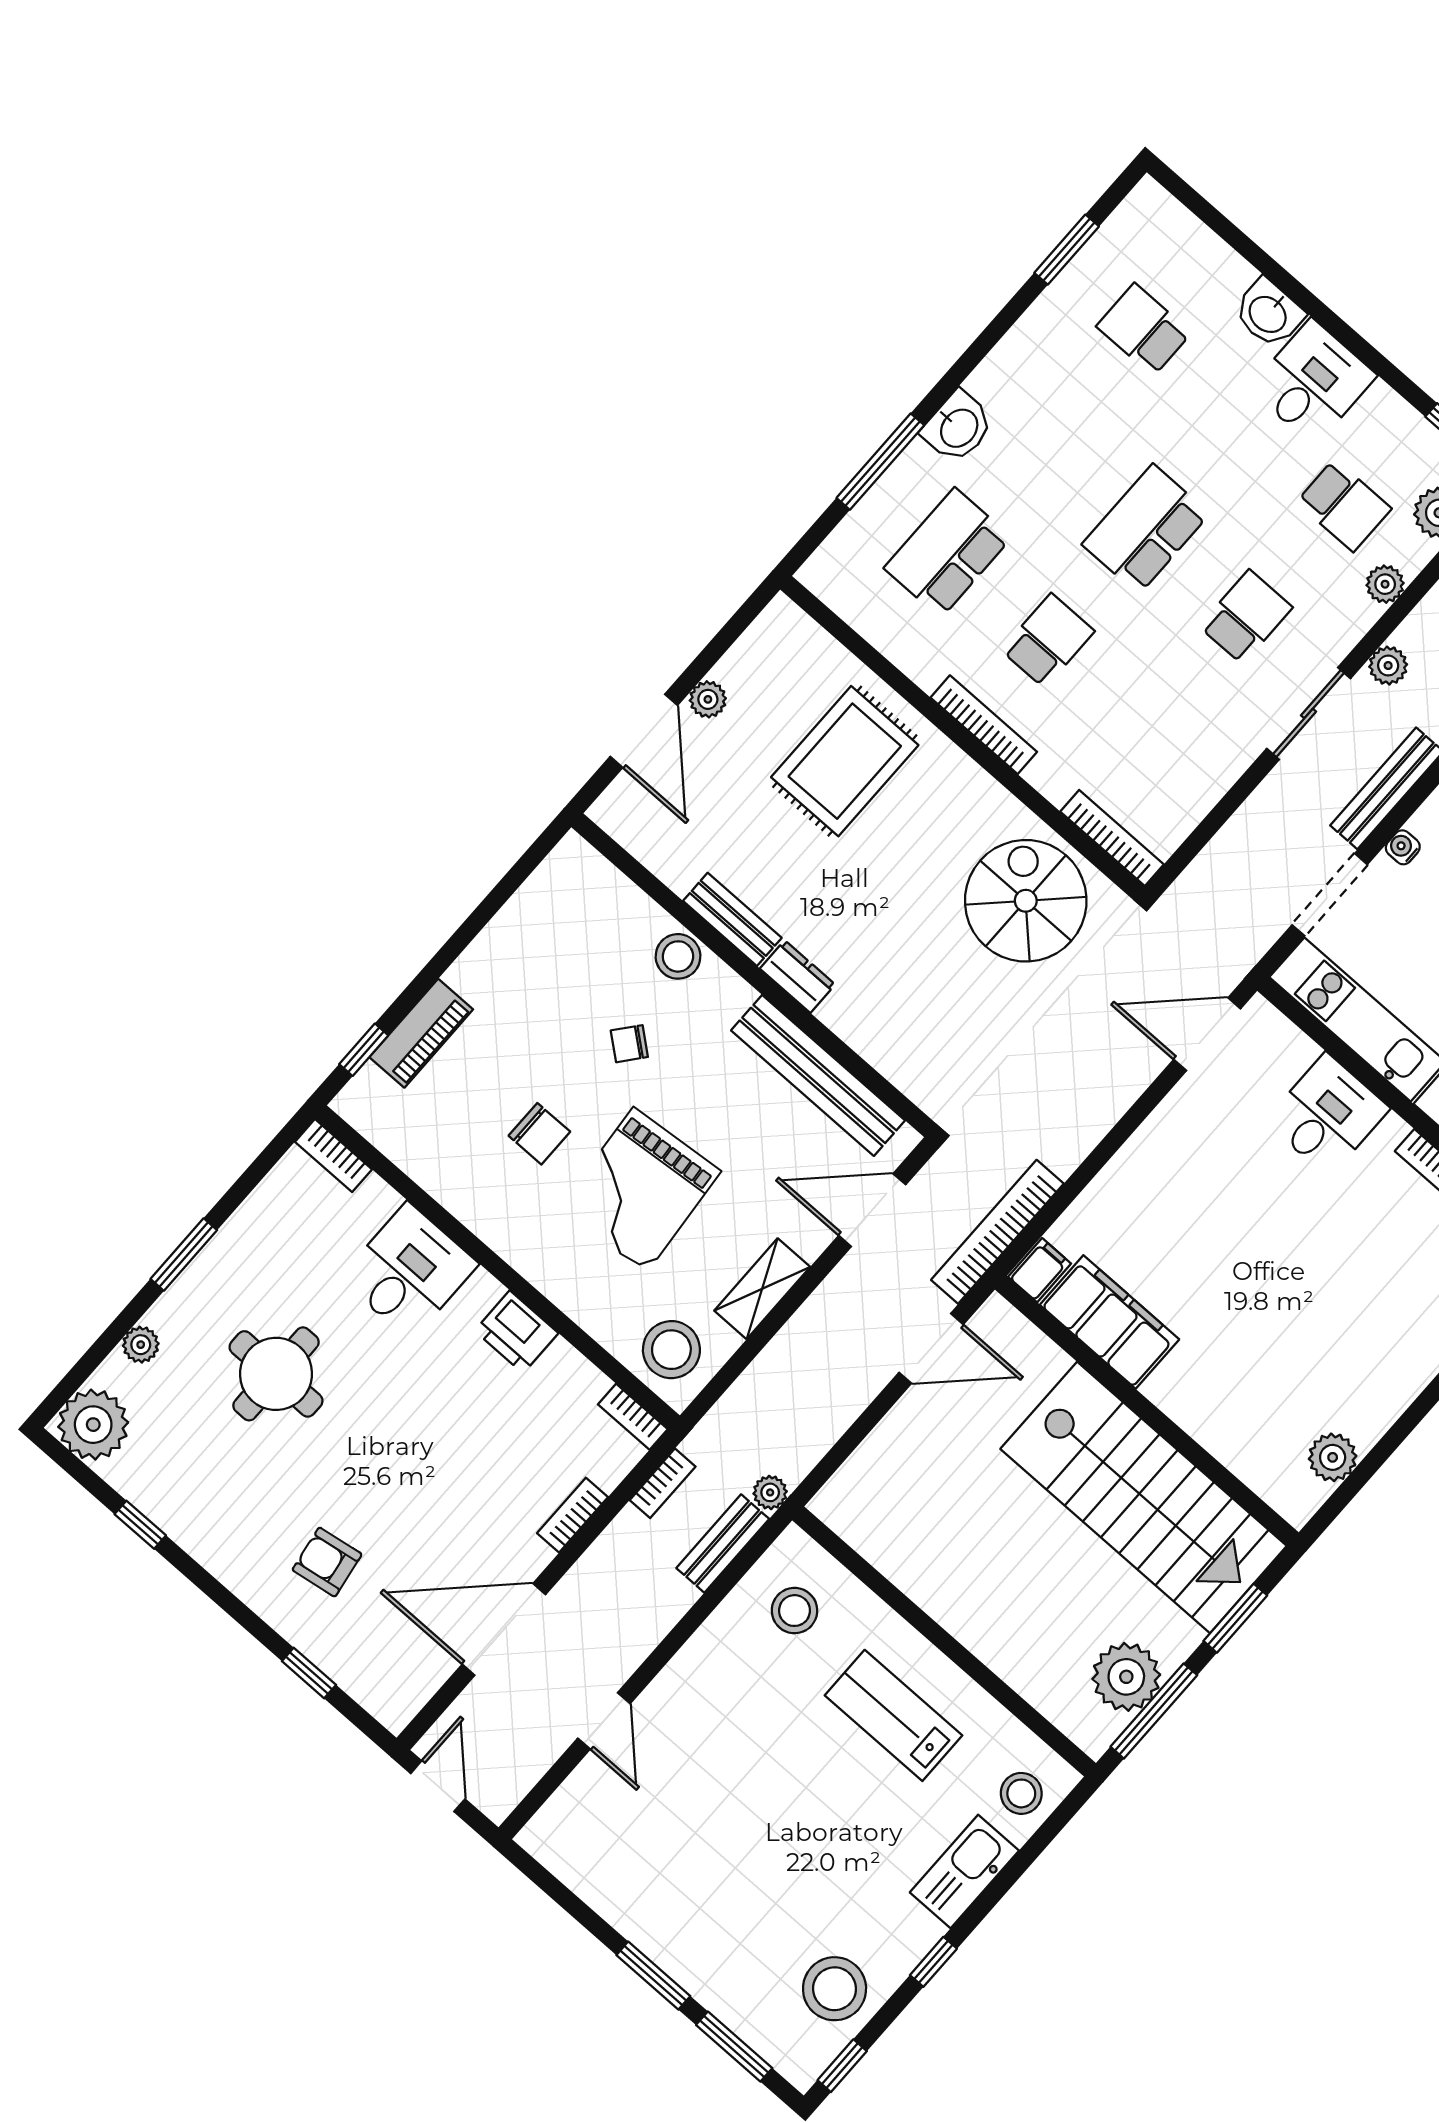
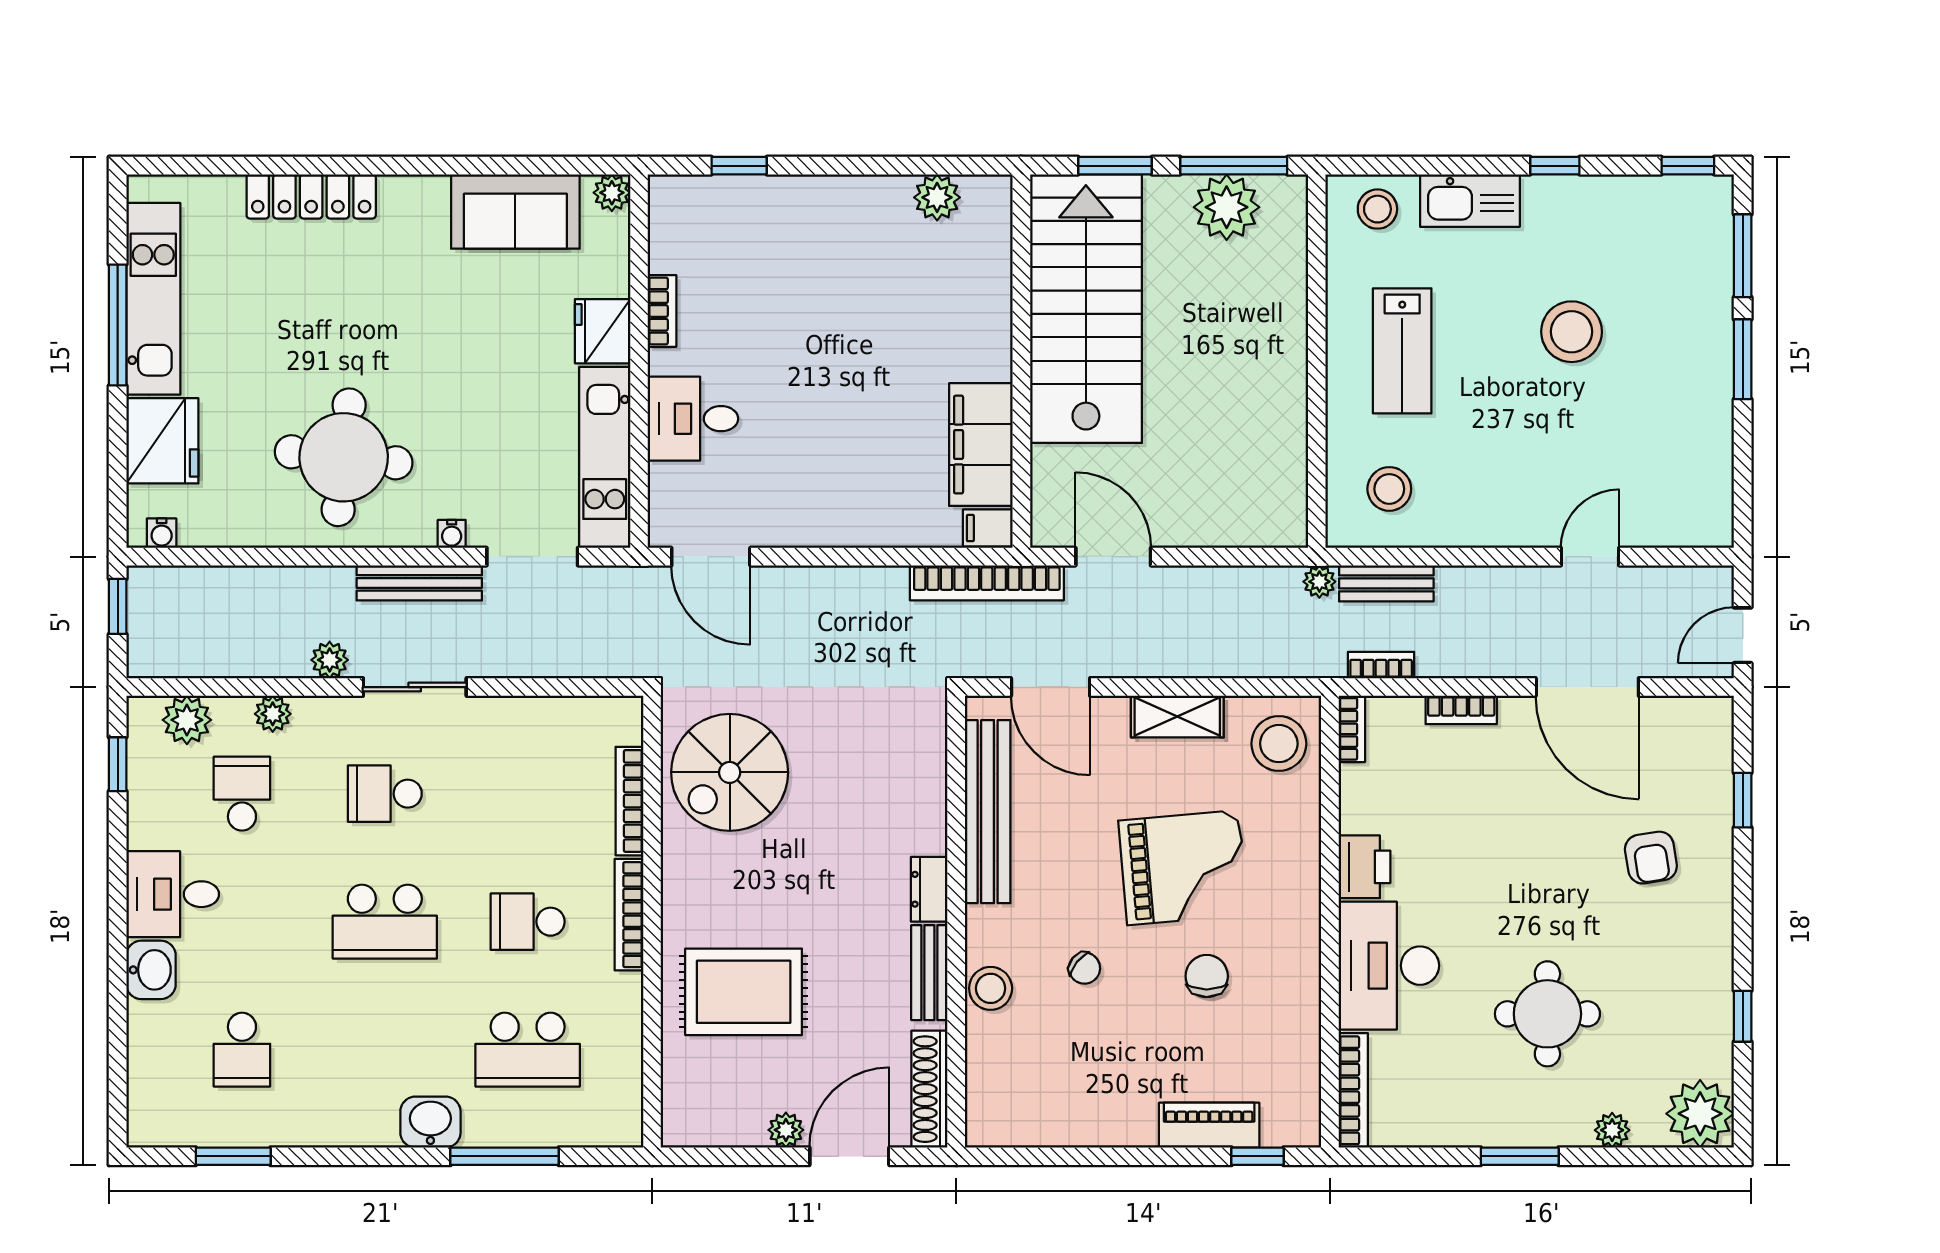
bookcase: (1112, 838) -> (629, 801), moved
shoe rack: (641, 840) -> (929, 1089), added
bookcase: (333, 1156) -> (1353, 1090), width x1.56
desk: (409, 1271) -> (1389, 966), width x1.37
stool: (835, 1989) -> (1572, 332), moved

